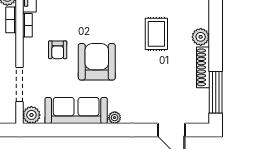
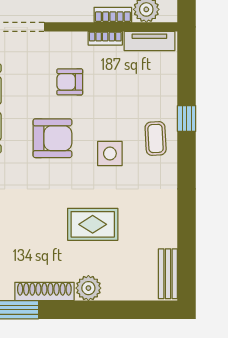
side table: (107, 22) -> (110, 153), added
armchair: (97, 62) -> (52, 138), width x0.73, depth x0.73

